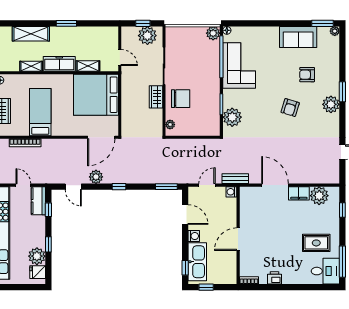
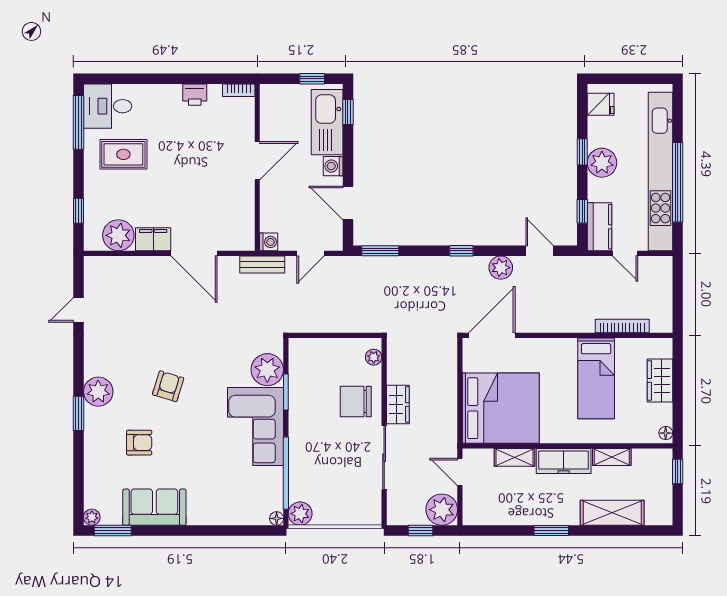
plant: (147, 36) -> (442, 510), moved
corner sofa: (239, 65) -> (256, 427), moved
plant: (37, 256) -> (602, 163), moved

